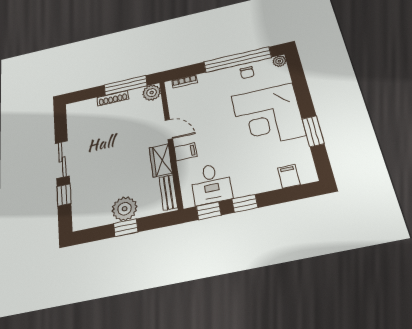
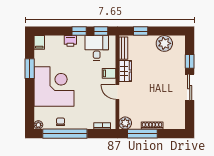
filing cabinet: (289, 176) -> (39, 42), moved
printer: (256, 185) -> (70, 41), added
plant: (125, 209) -> (164, 43), moved
window: (126, 228) -> (141, 31), moved

